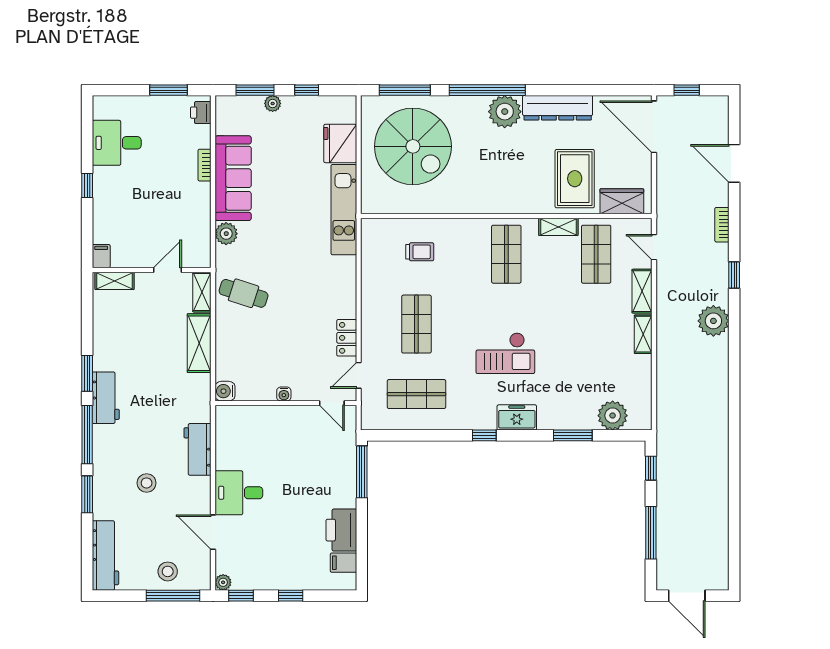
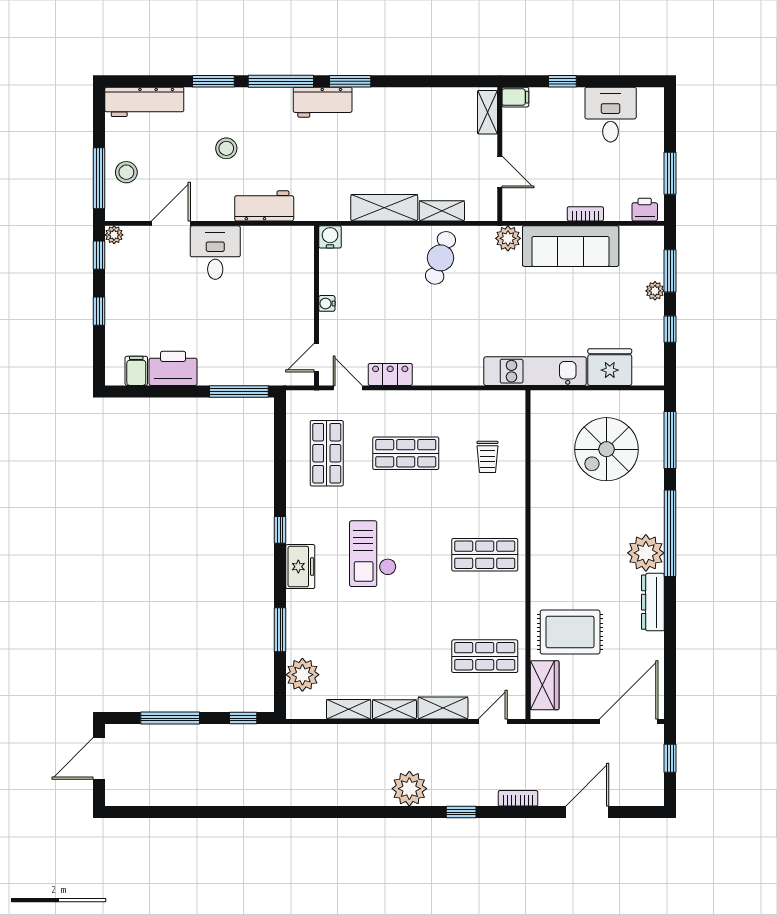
dresser: (558, 108) -> (653, 602), width x0.73, depth x0.80
spiral stairs: (413, 146) -> (606, 449), width x0.73, depth x0.73
shelving: (558, 227) -> (349, 709), moved, turned 90
filing cabinet: (101, 256) -> (515, 97), moved
wall: (152, 270) -> (500, 154), moved
door: (168, 270) -> (500, 172), moved
shelving: (115, 281) -> (488, 112), moved

